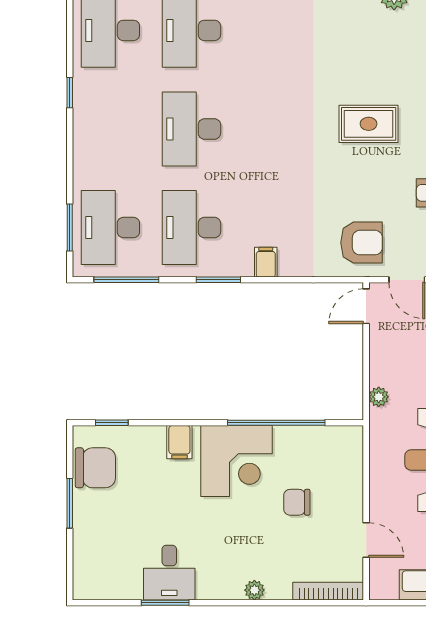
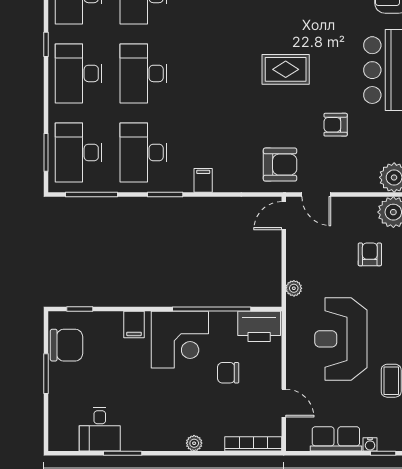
desk: (110, 129) -> (79, 73), added
printer: (336, 444) -> (259, 326), added
desk: (169, 573) -> (100, 429), moved

